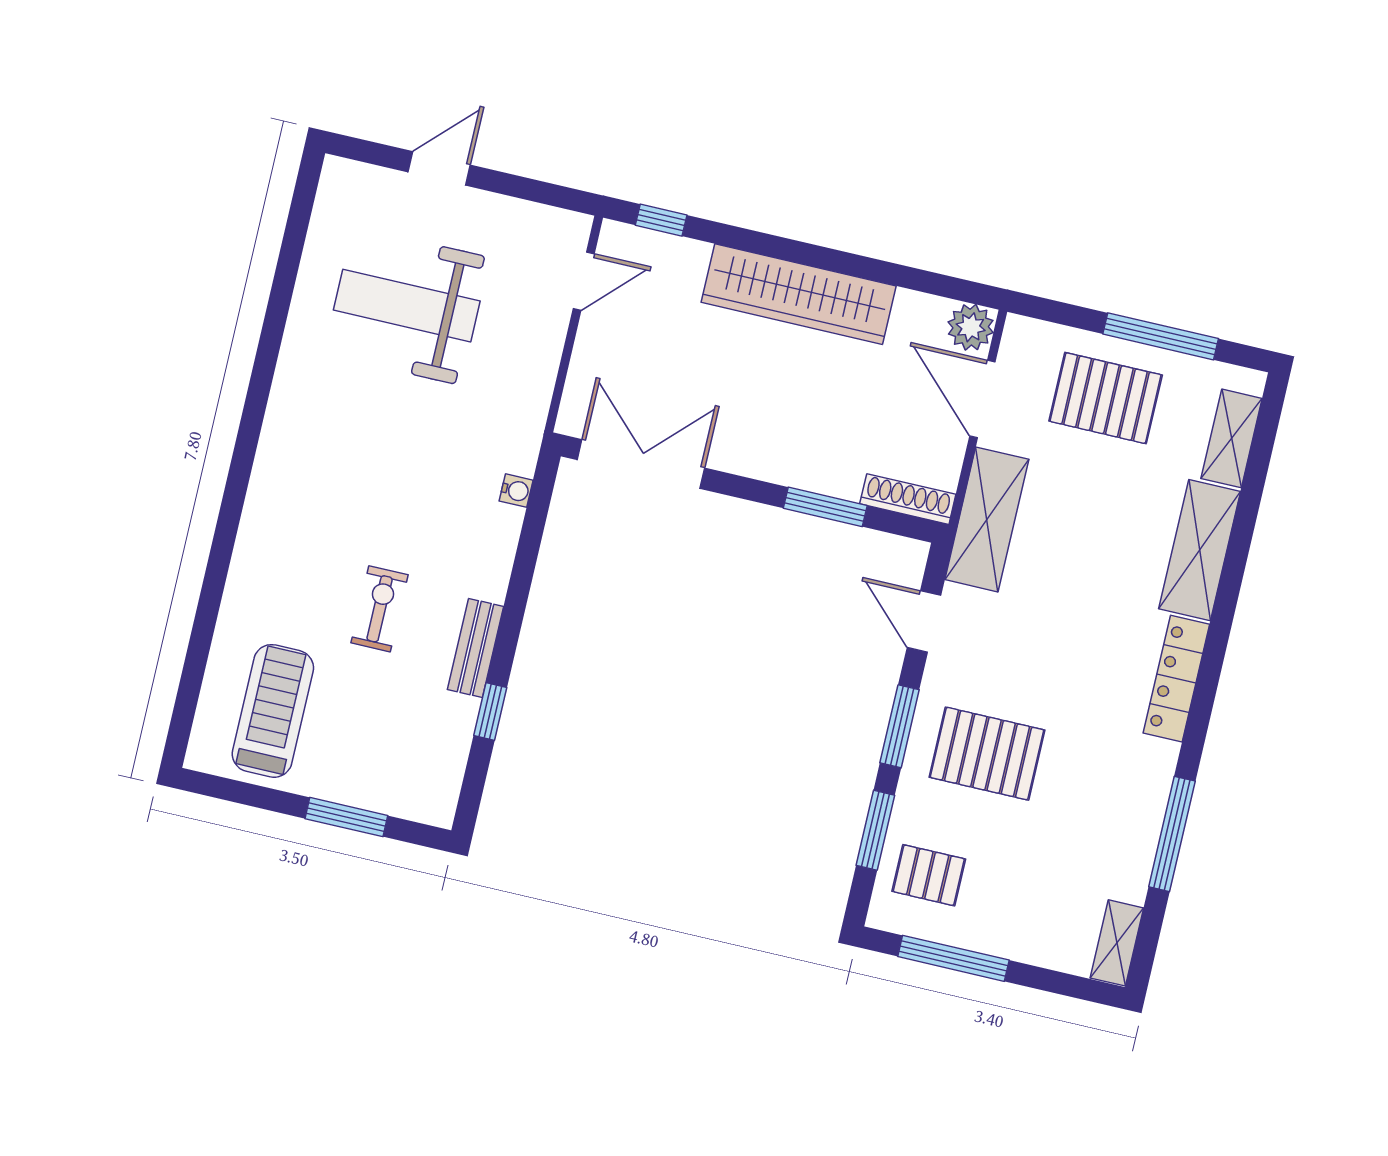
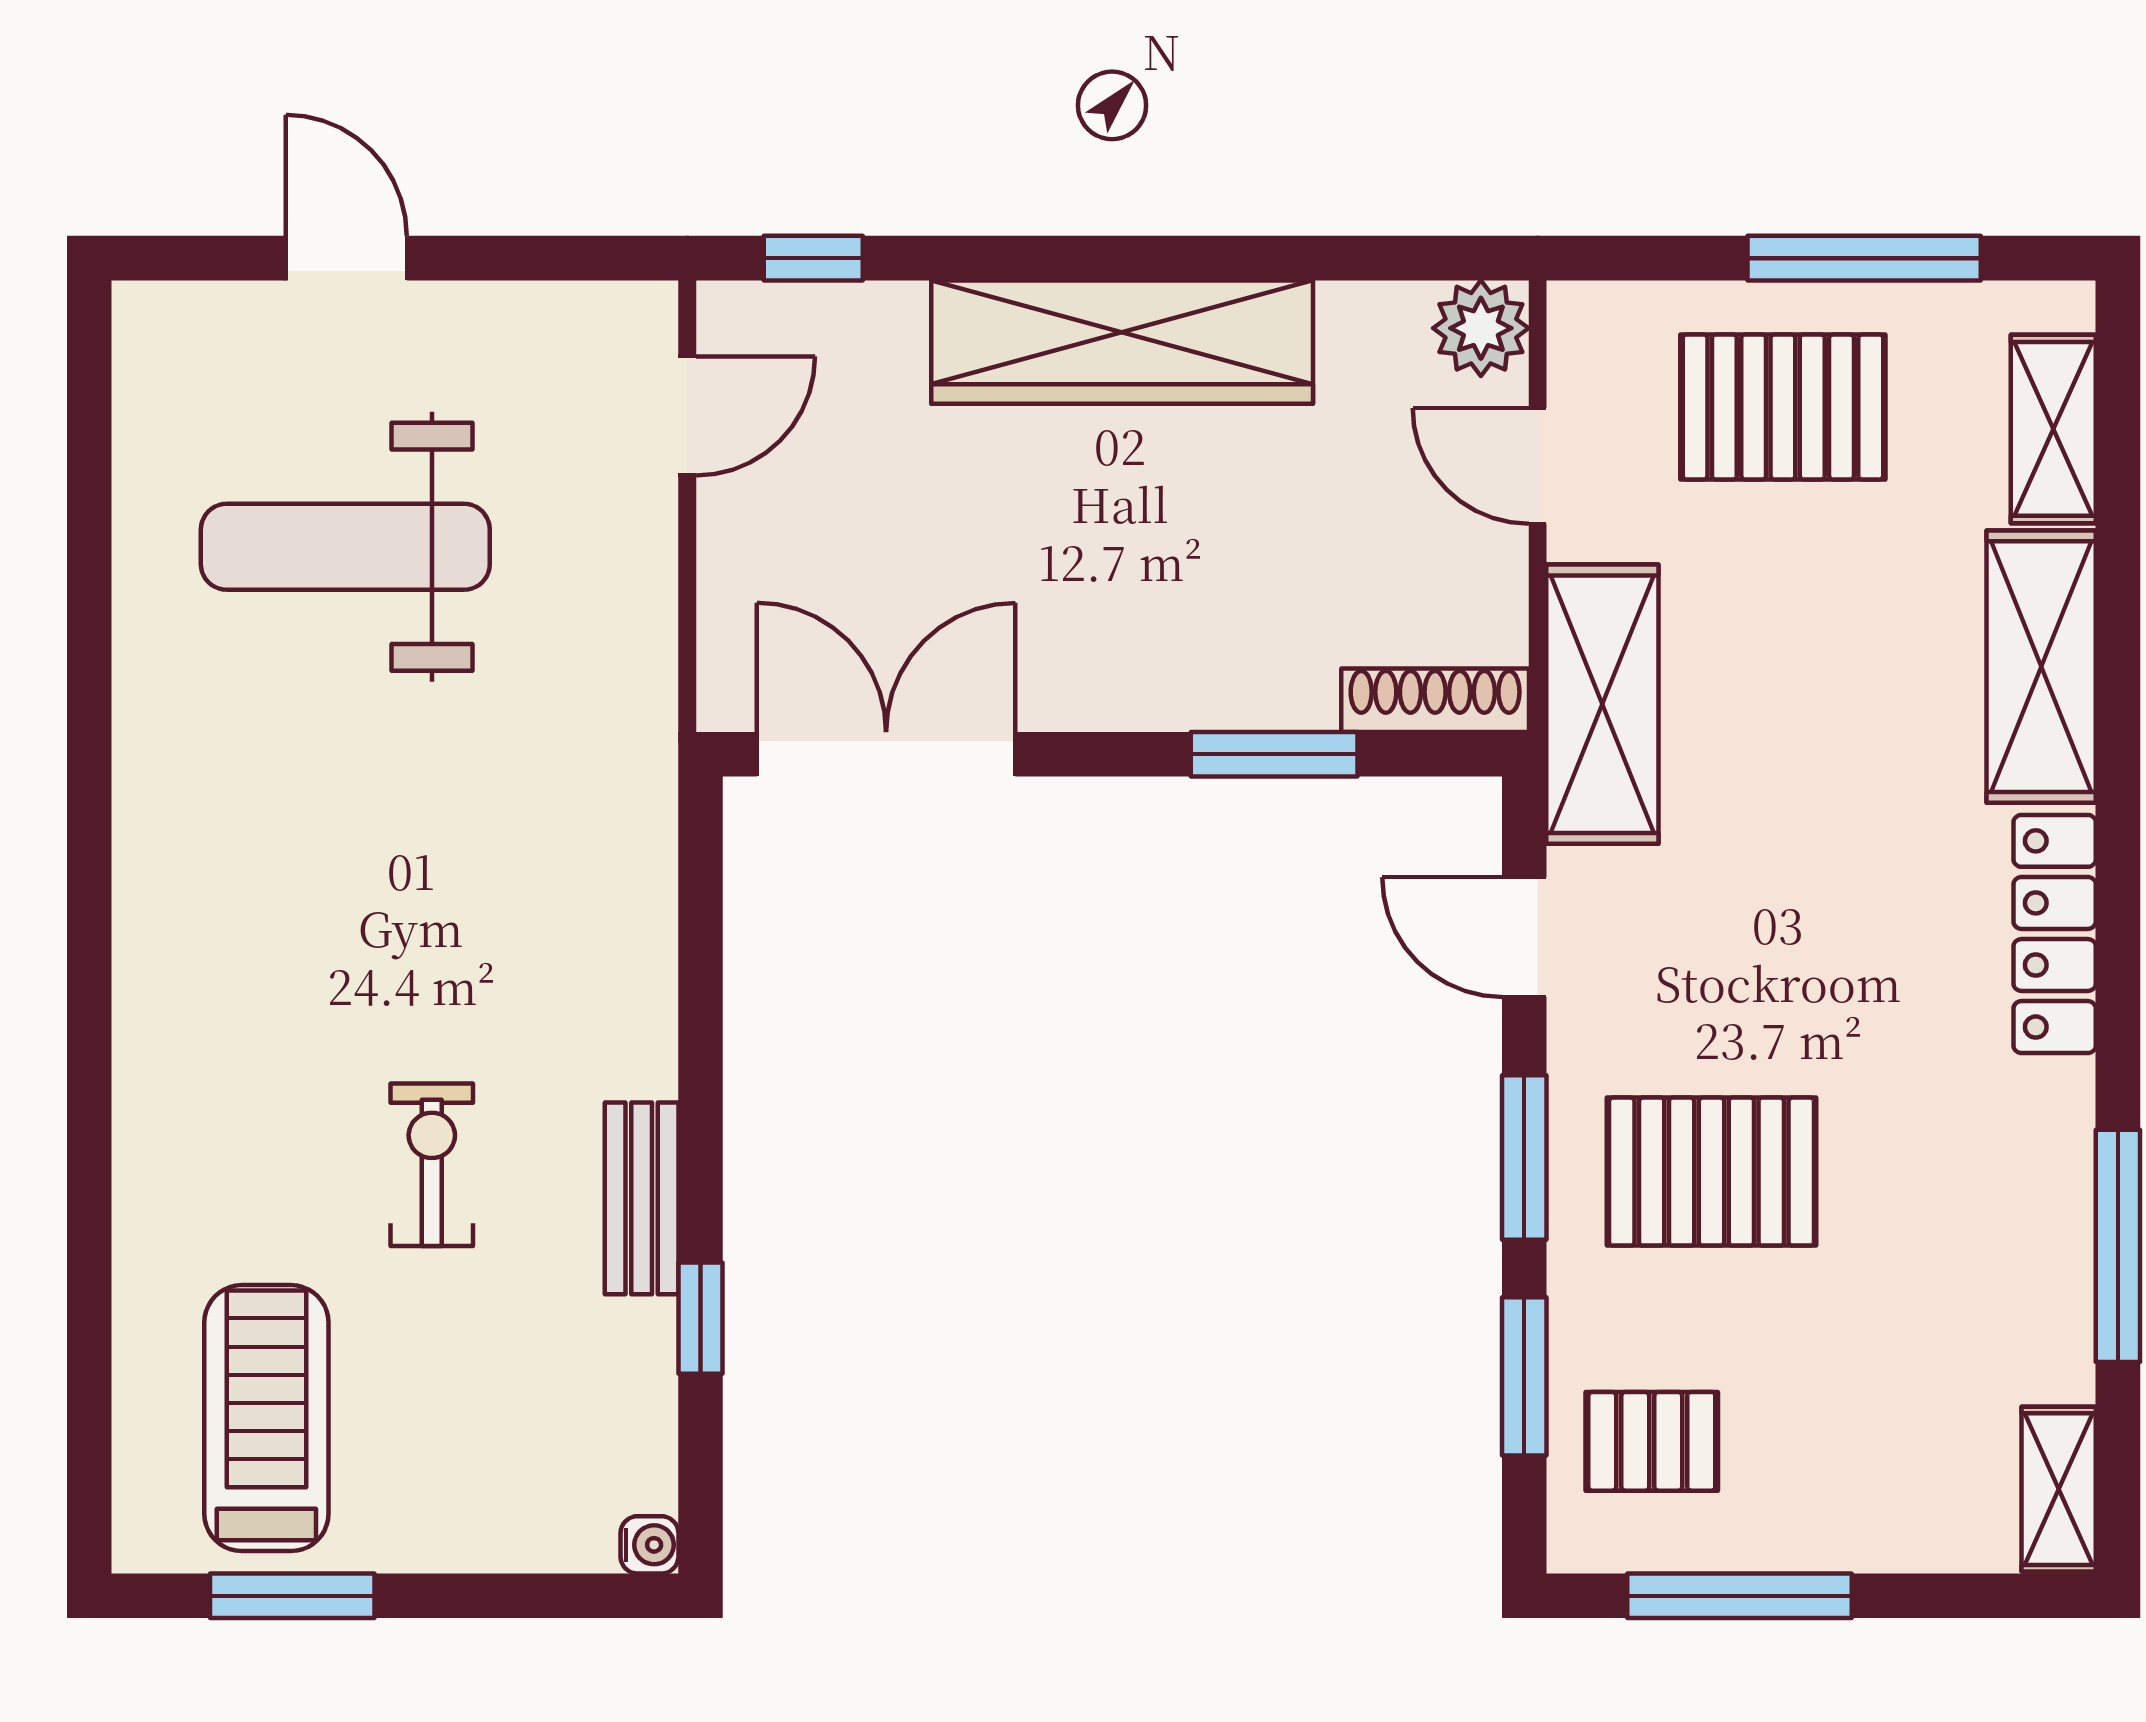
door: (439, 168) -> (346, 258), hinge flipped
door: (982, 399) -> (1538, 466), width x0.73
water cooler: (516, 491) -> (649, 1545), moved
window: (346, 817) -> (292, 1596), moved

